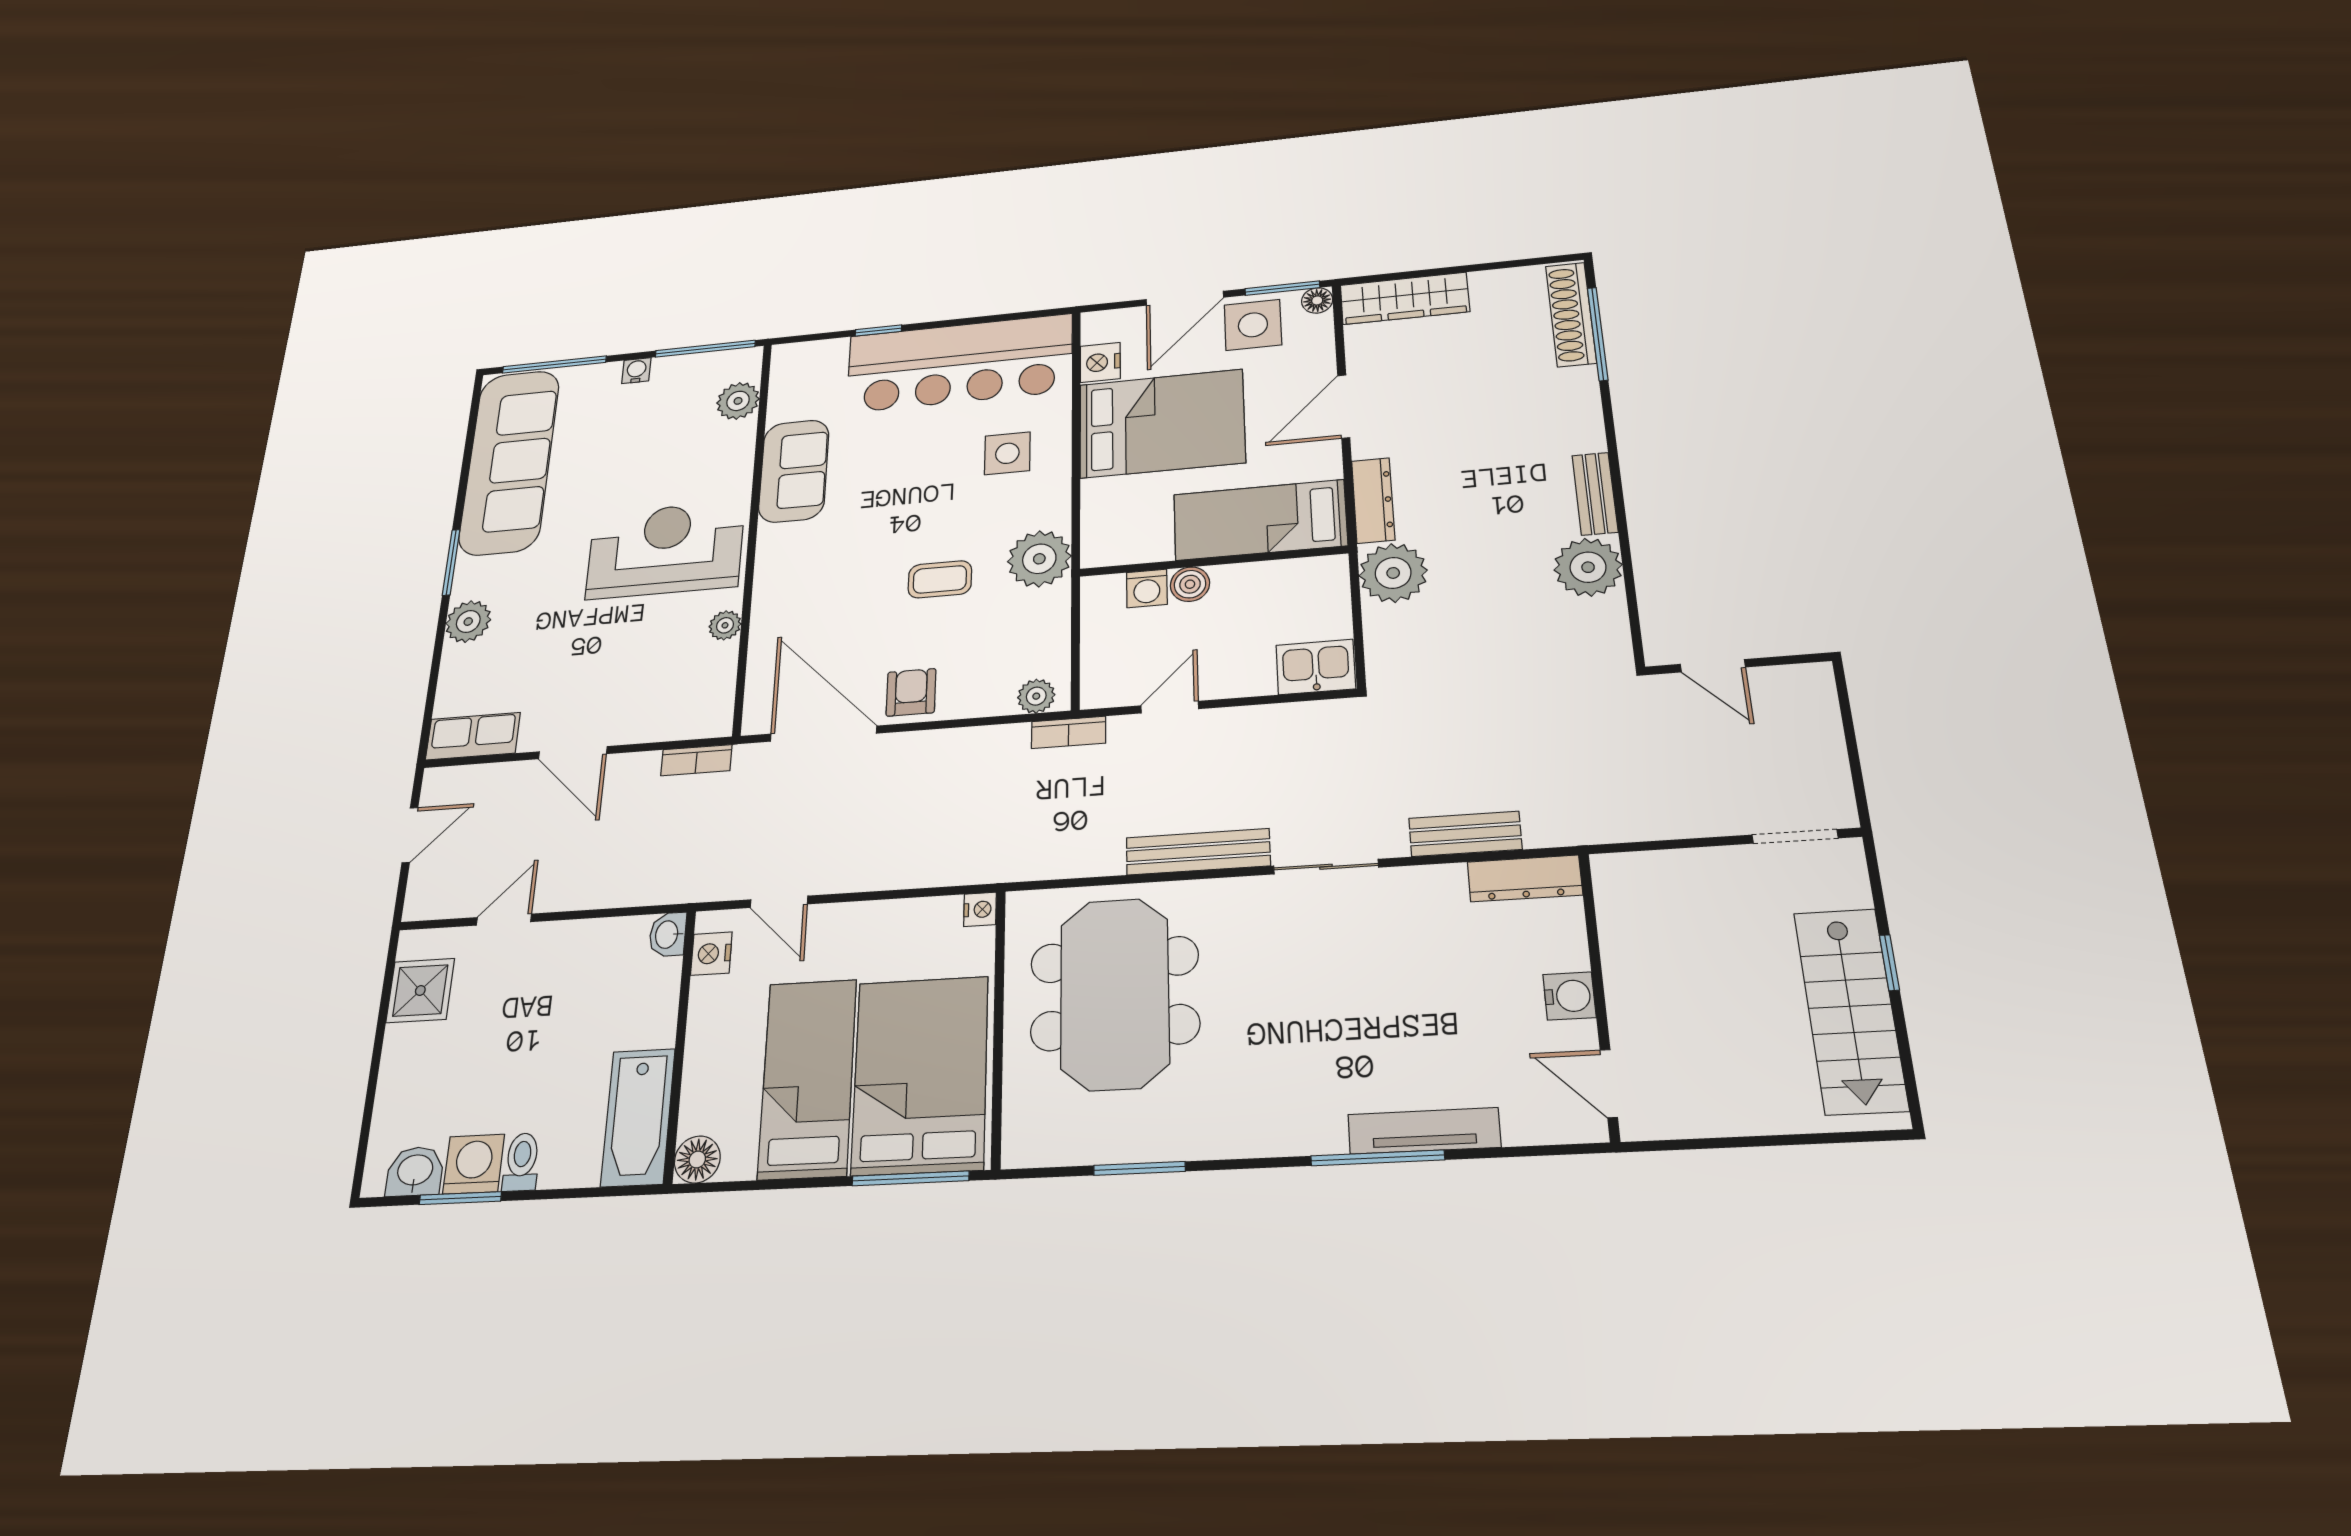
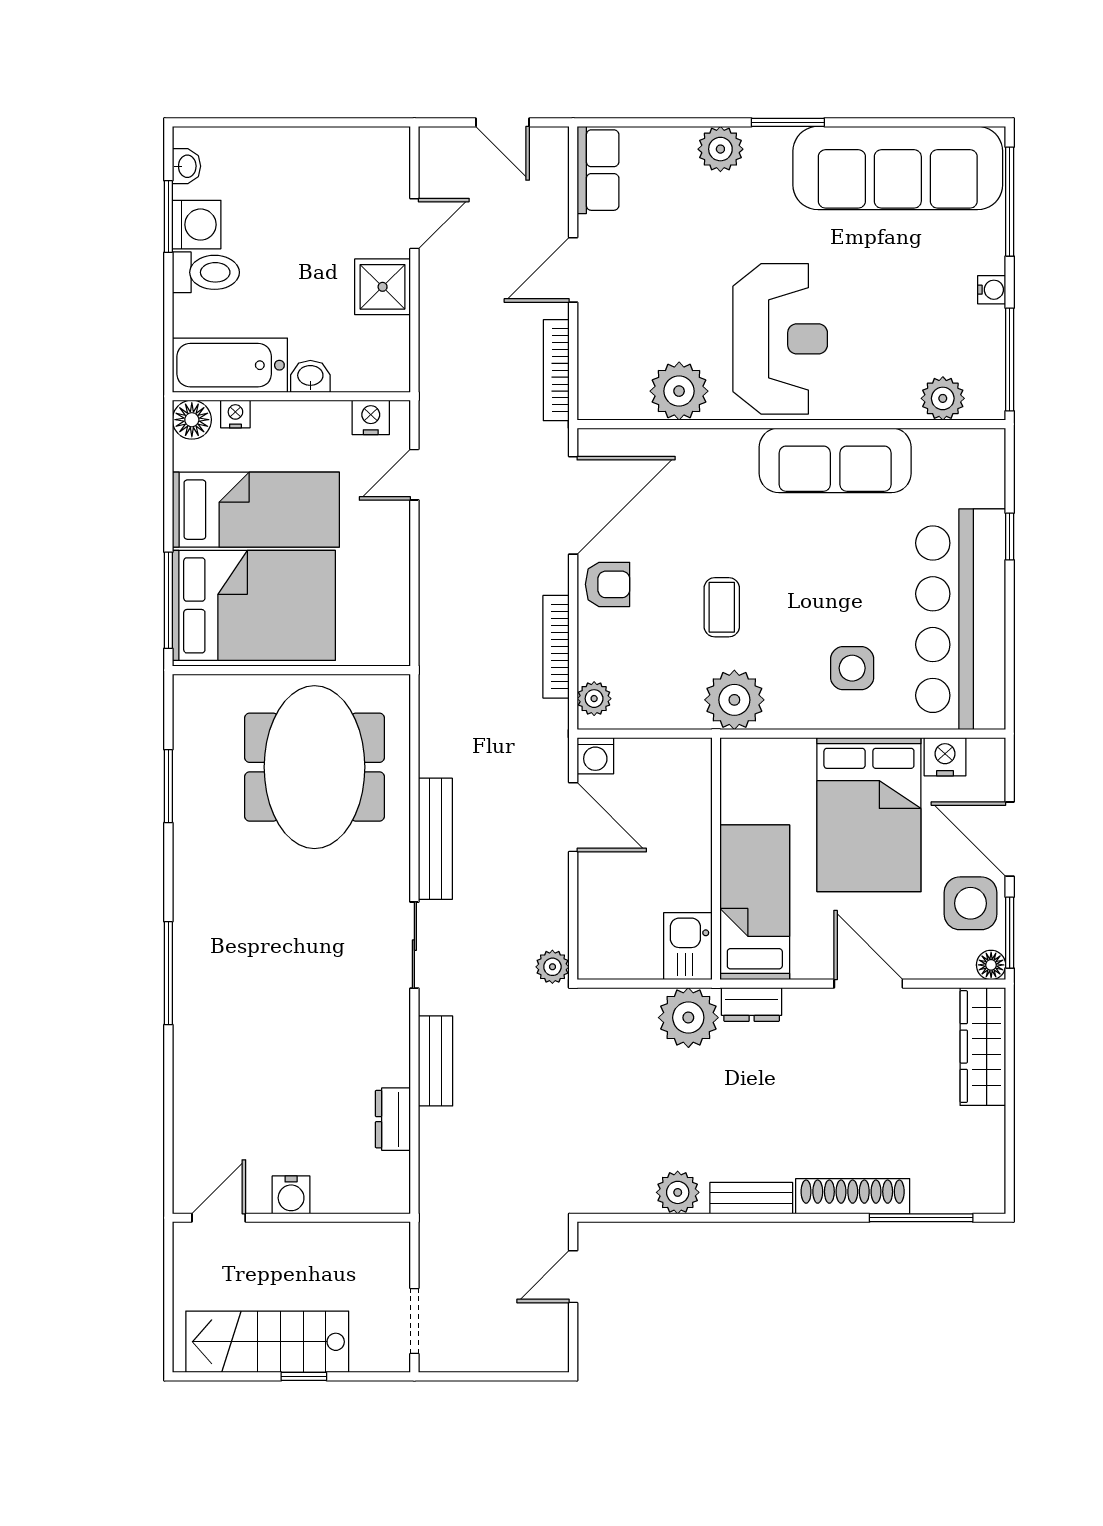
shoe rack: (1571, 314) -> (853, 1196), moved
sofa: (794, 471) -> (835, 460), width x1.36
dresser: (1373, 500) -> (752, 1005), width x0.70
plant: (1588, 567) -> (678, 1192), width x0.73, depth x0.73
boiler: (1190, 584) -> (694, 837), removed
washing machine: (1147, 588) -> (595, 756), moved, turned -90
plant: (725, 625) -> (679, 391), width x1.87, depth x1.87
kitchen sink: (1316, 667) -> (688, 946), moved, turned 180
door: (1170, 707) -> (573, 817), width x1.37
plant: (1343, 716) -> (552, 967), added
bookcase: (1069, 732) -> (556, 647), moved, width x1.56
bookcase: (696, 760) -> (556, 370), width x1.56
dresser: (1525, 878) -> (393, 1119), width x0.70
nightstand: (980, 909) -> (235, 414), moved, turned 180
door: (504, 920) -> (414, 224), hinge flipped
washbasin: (668, 934) -> (310, 376), moved
shower: (420, 991) -> (383, 287), moved
meeting table: (1115, 993) -> (314, 767), turned 90
wall: (1599, 994) -> (291, 1218), moved
water cooler: (1569, 996) -> (291, 1195), moved
door: (1609, 1083) -> (219, 1218), moved
tv unit: (1424, 1131) -> (188, 1010), removed
toilet: (522, 1162) -> (206, 272), width x1.37, depth x1.39
washbasin: (415, 1171) -> (186, 166), width x0.72, depth x0.69

